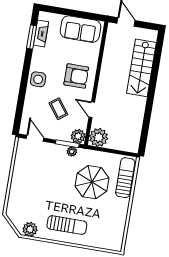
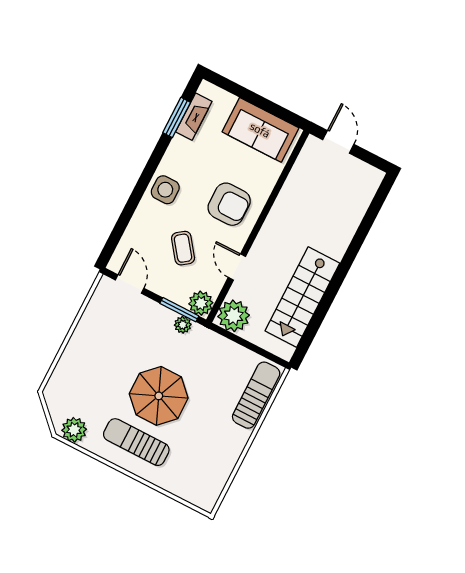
stairs: (141, 68) -> (302, 297), moved
parasol: (92, 182) -> (159, 396), moved
sun lounger: (67, 225) -> (136, 442), turned 180

